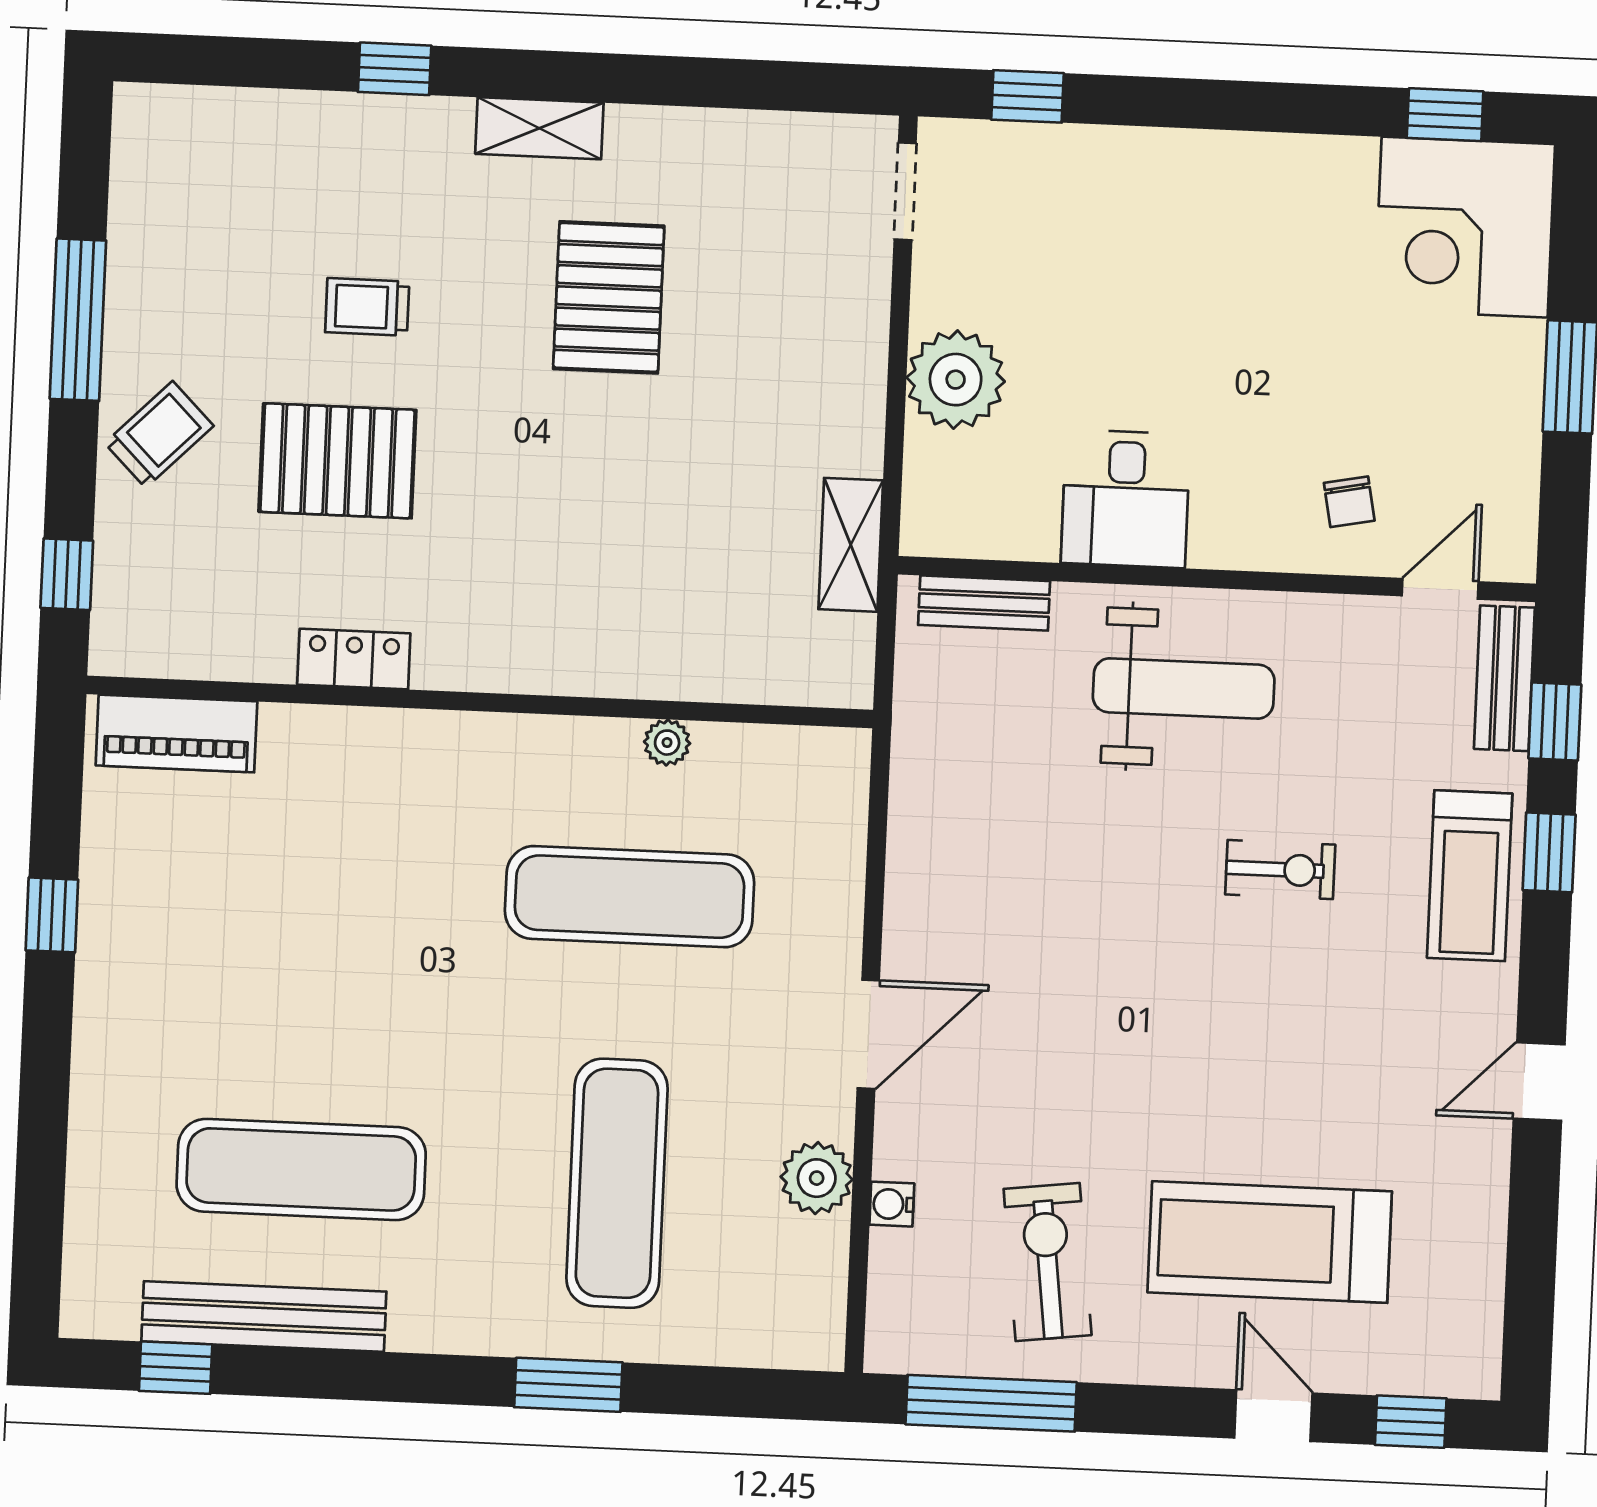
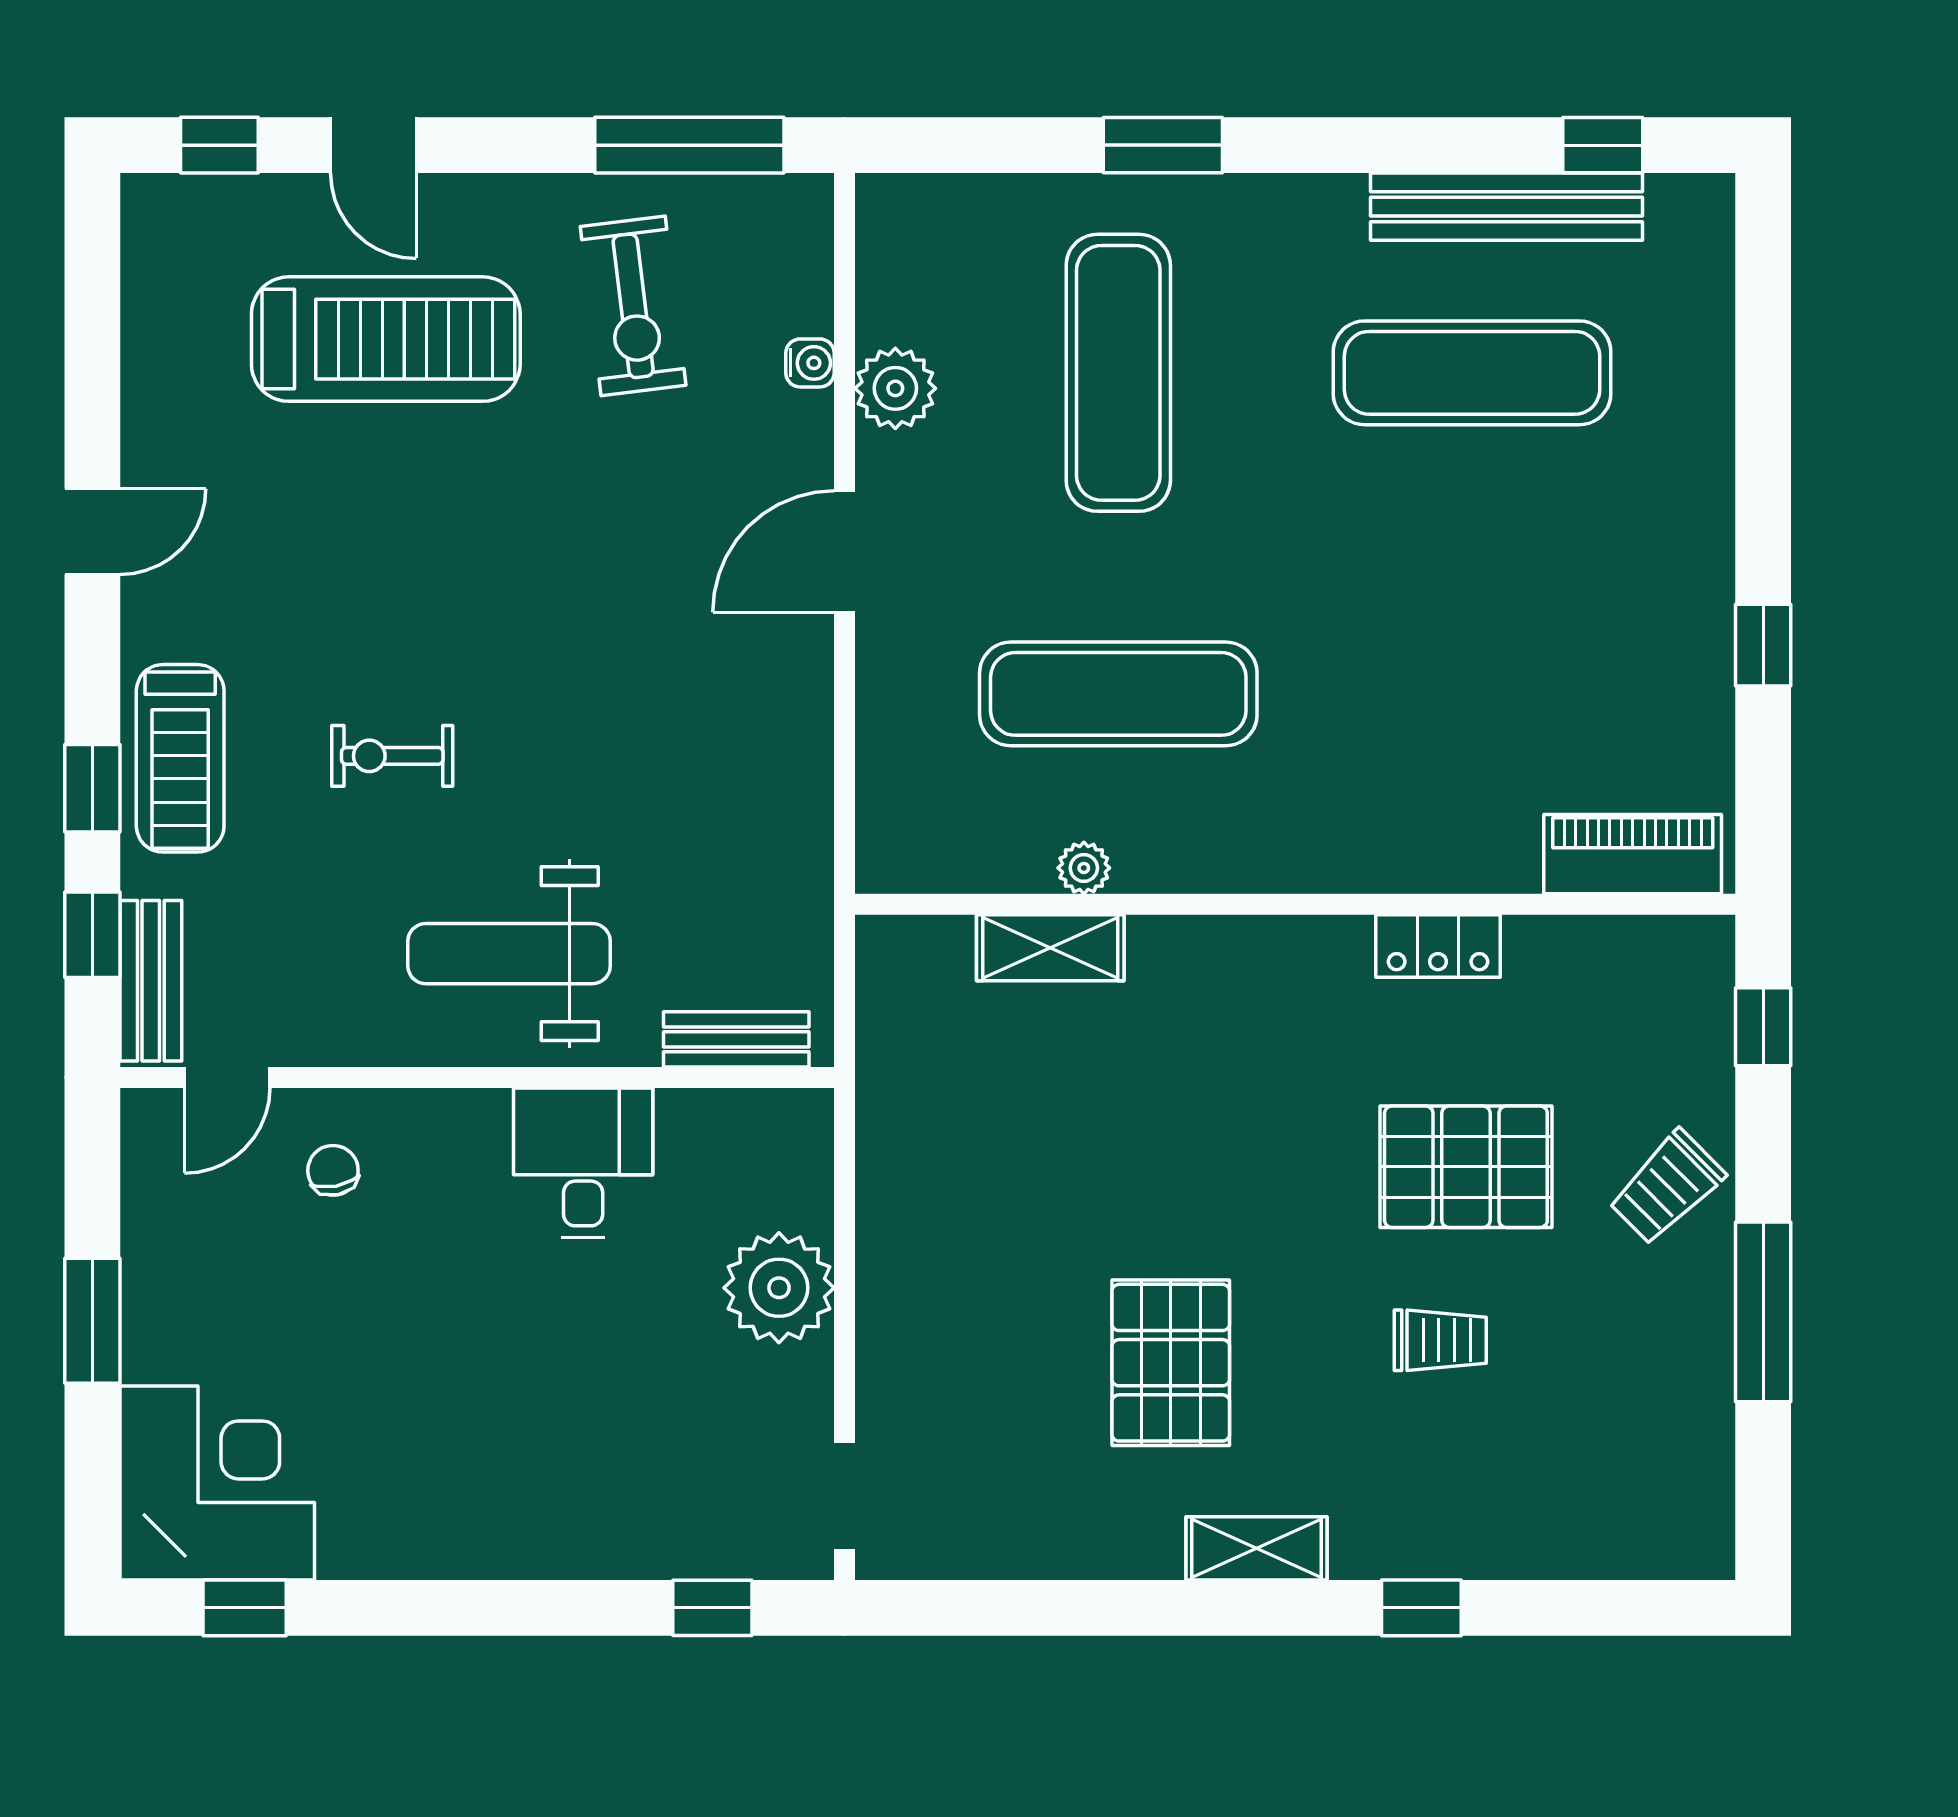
shelving: (851, 545) -> (1050, 948), moved, turned 90
treadmill: (1470, 876) -> (180, 758), turned 180

